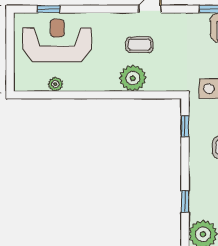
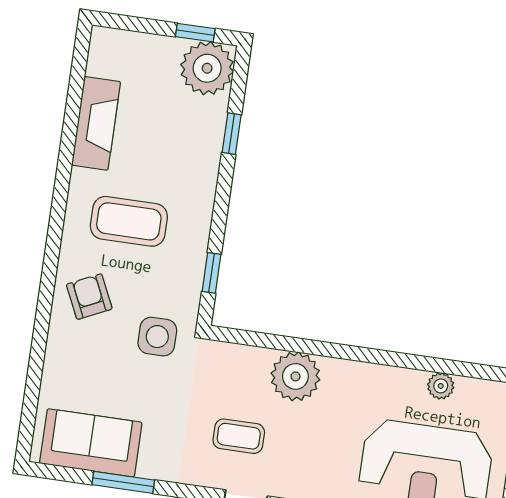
coffee table: (139, 45) -> (239, 436), moved

